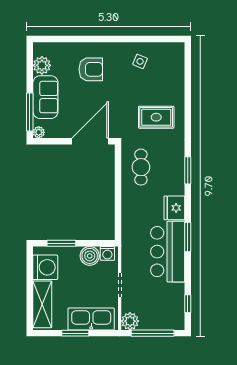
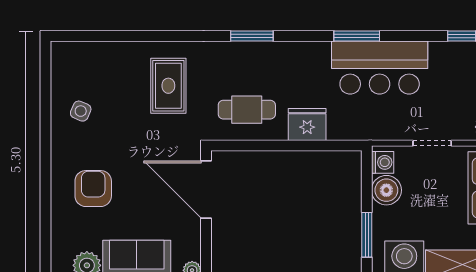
fridge: (174, 208) -> (307, 125), moved, turned 180

